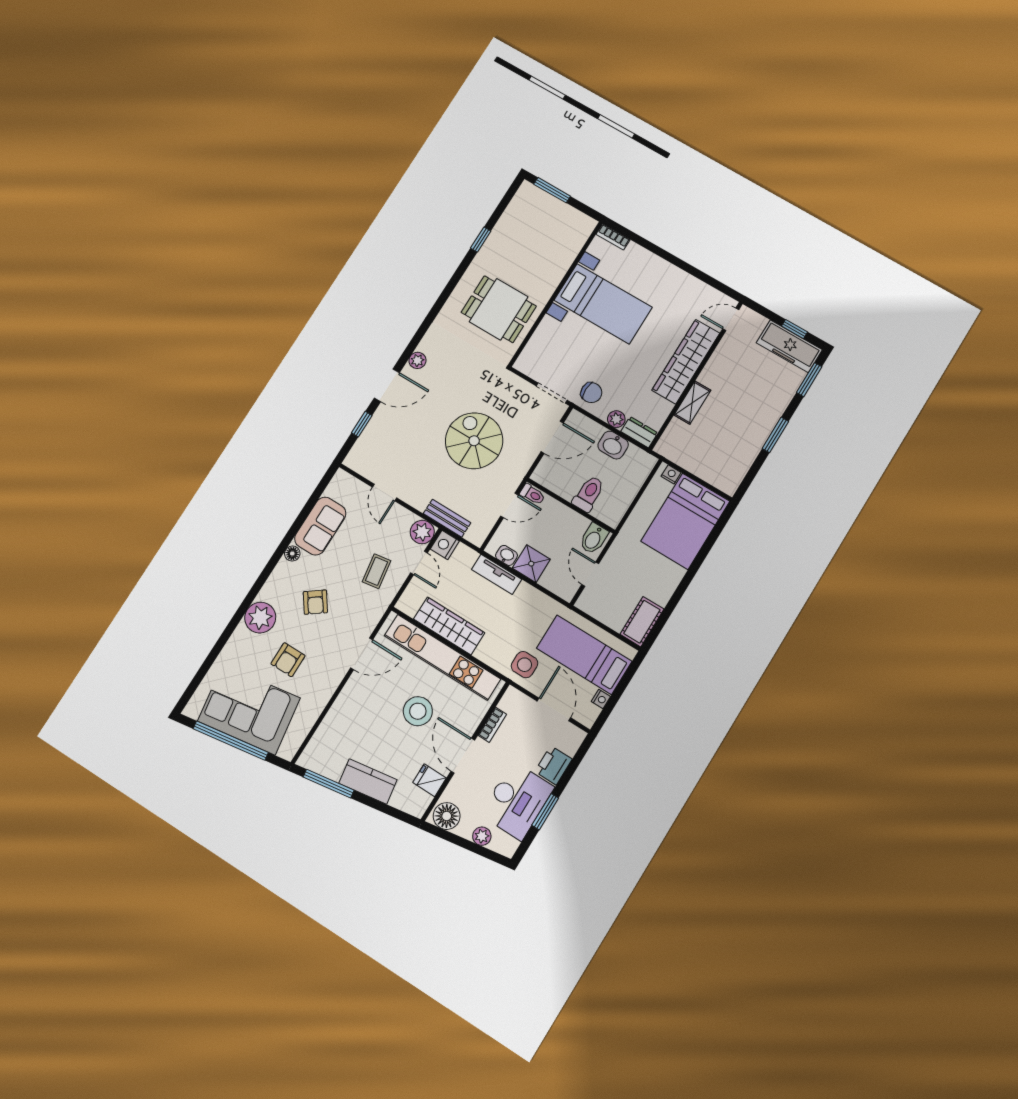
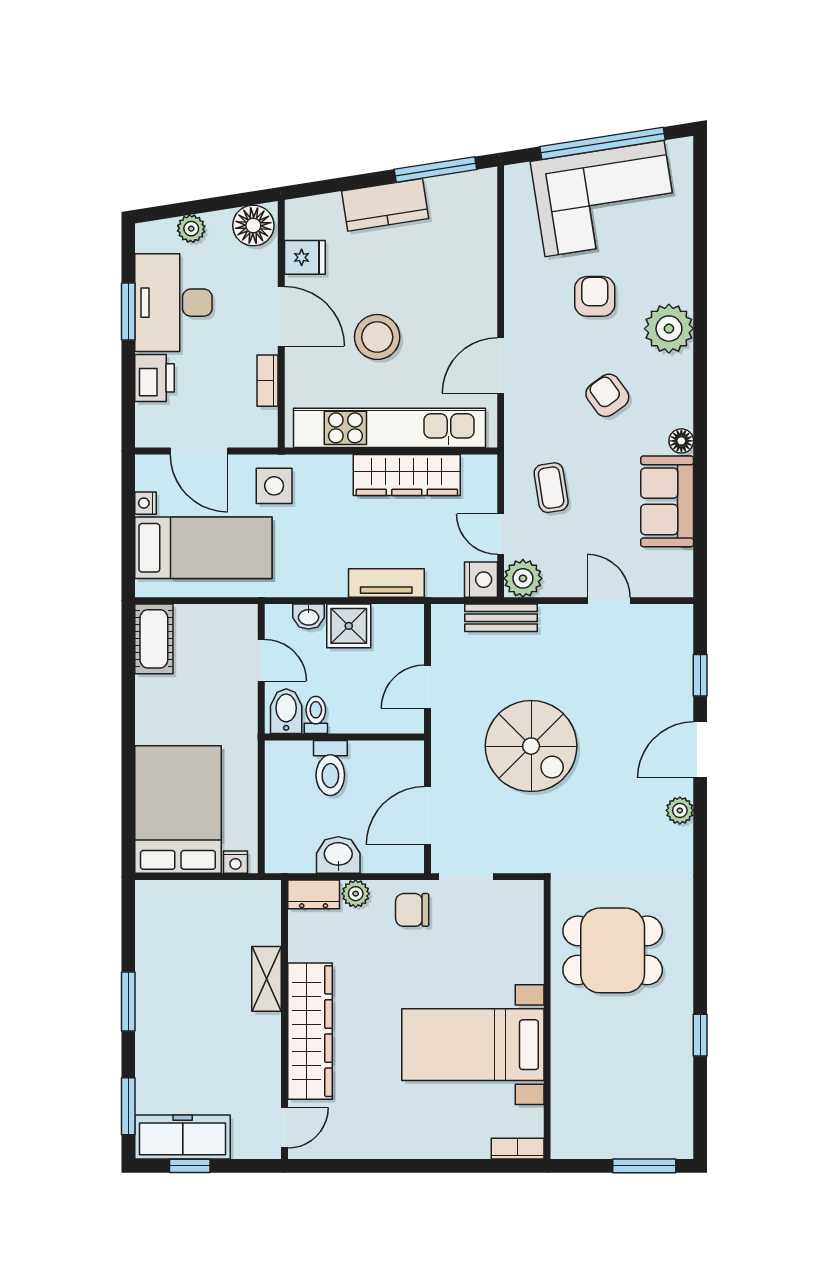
toilet: (532, 494) -> (316, 715), moved, turned 90
washbasin: (507, 555) -> (309, 617), moved

